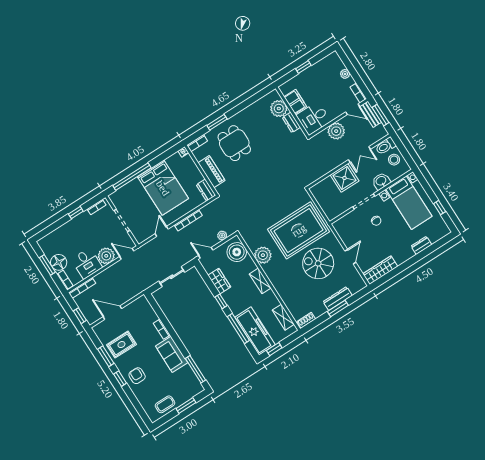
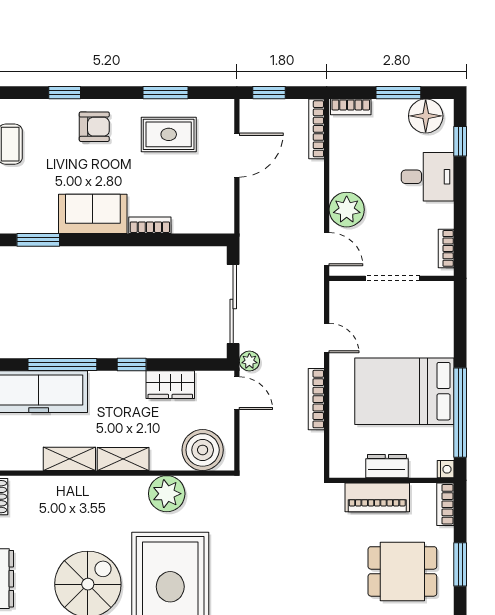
window: (132, 177) -> (460, 413), moved
dresser: (206, 190) -> (387, 466), moved
window: (76, 213) -> (460, 141), moved
plant: (222, 235) -> (249, 361), moved
door: (206, 253) -> (237, 393), hinge flipped
door: (127, 254) -> (327, 249), hinge flipped
floor lamp: (59, 262) -> (426, 116), moved
desk: (87, 263) -> (428, 177), moved, turned 180
sliding door: (172, 277) -> (233, 304), width x1.37
shelving: (283, 317) -> (69, 459), moved
rug: (121, 345) -> (169, 134), turned 90
window: (195, 369) -> (38, 240), width x0.69
window: (120, 379) -> (65, 93), moved

